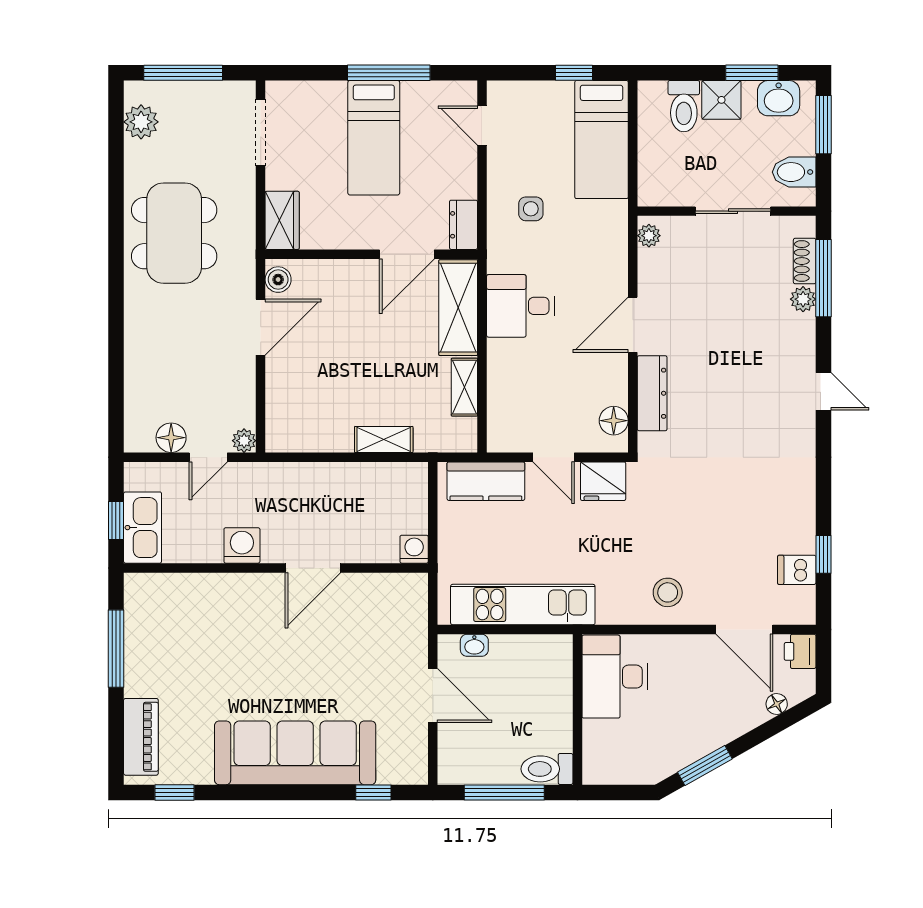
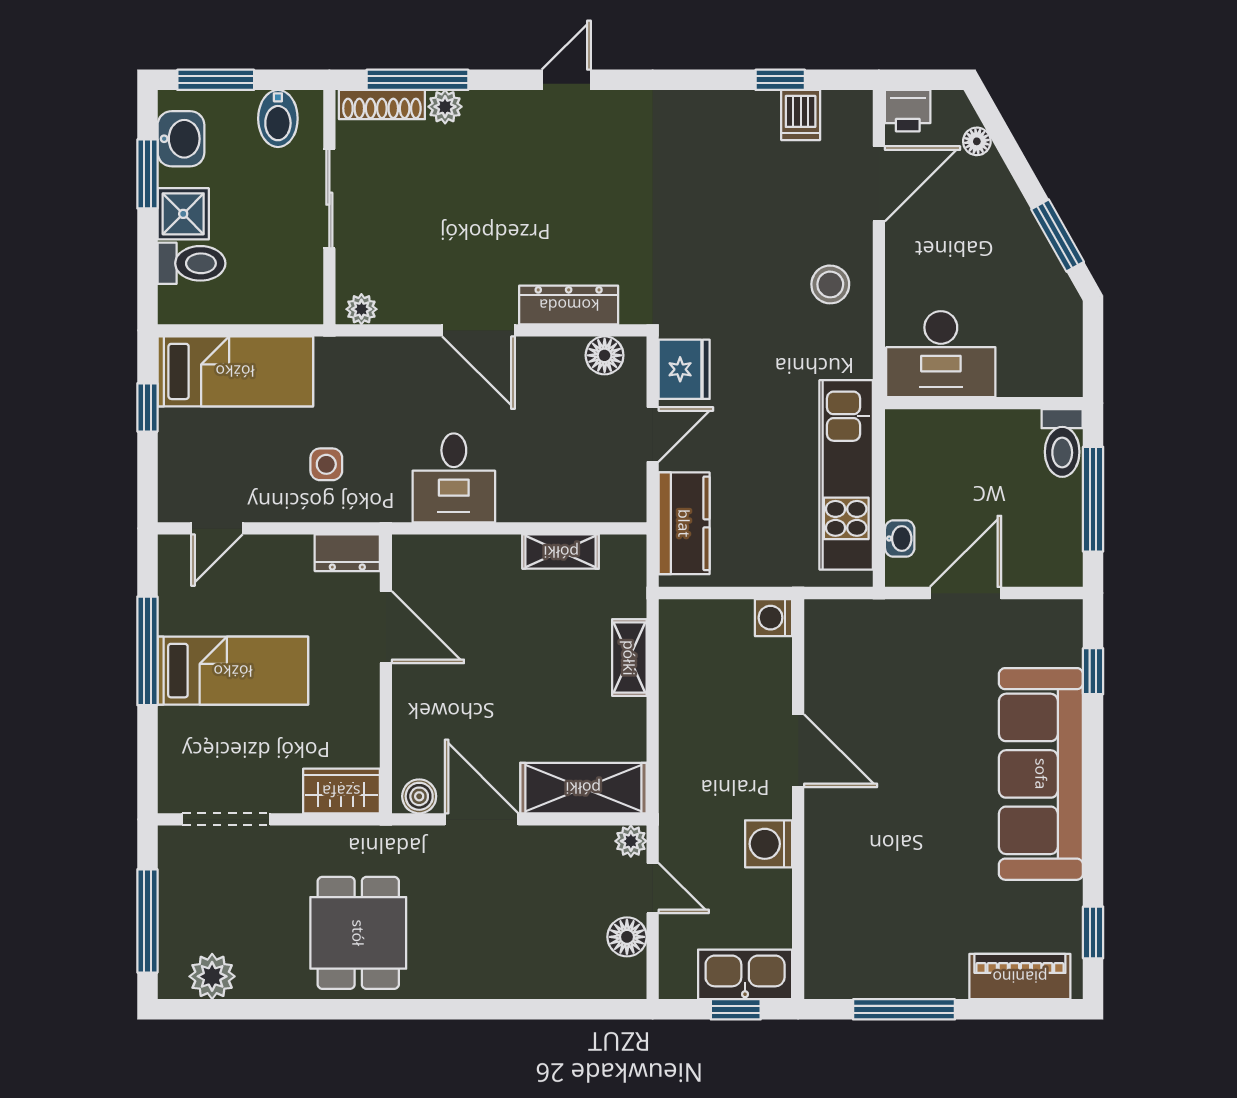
dining table: (174, 233) -> (358, 933), width x0.73
shoe rack: (805, 261) -> (382, 105), width x1.43
shelving: (458, 308) -> (583, 788), moved

